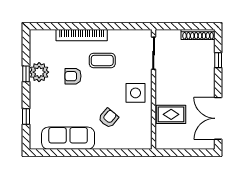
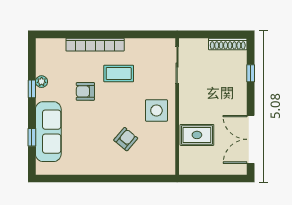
plant: (39, 72) -> (42, 82), width x0.53, depth x0.53
sofa: (68, 138) -> (48, 132), moved, turned 90

